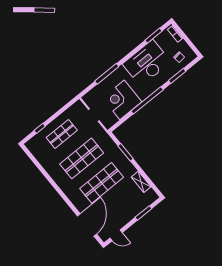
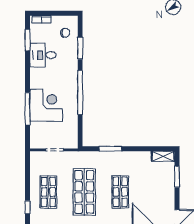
desk: (147, 63) -> (43, 55), width x0.53, depth x0.77
corner desk: (122, 100) -> (46, 105), moved, turned 180
shelving: (141, 182) -> (163, 156), moved
shop shelf: (102, 183) -> (120, 192), width x0.70, depth x0.74

